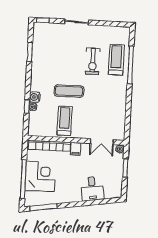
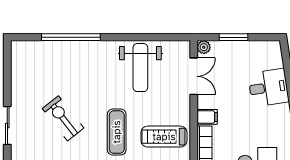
treadmill: (116, 60) -> (64, 60), removed
exercise bike: (93, 61) -> (63, 118), moved, turned -128
weight bench: (109, 108) -> (140, 68), added

